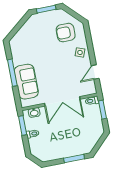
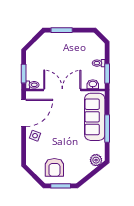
armchair: (66, 33) -> (54, 167), moved, turned 90
plant: (17, 40) -> (96, 160), added
door: (95, 72) -> (24, 113), width x1.88
sofa: (26, 82) -> (95, 117), width x1.36

